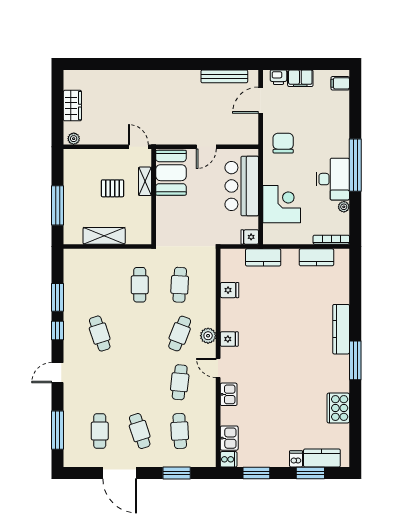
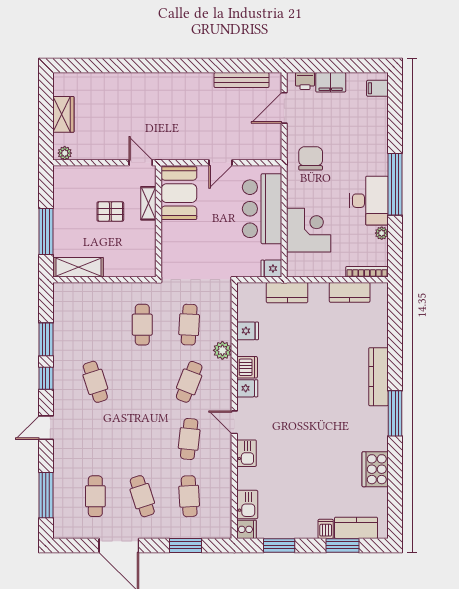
shelving: (104, 236) -> (79, 267), moved
dishwasher: (229, 321) -> (247, 367), added
plant: (208, 336) -> (222, 350), moved

